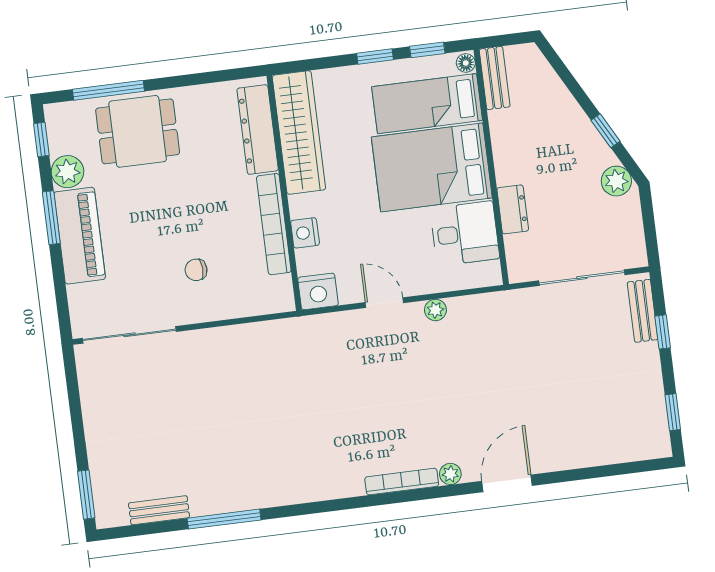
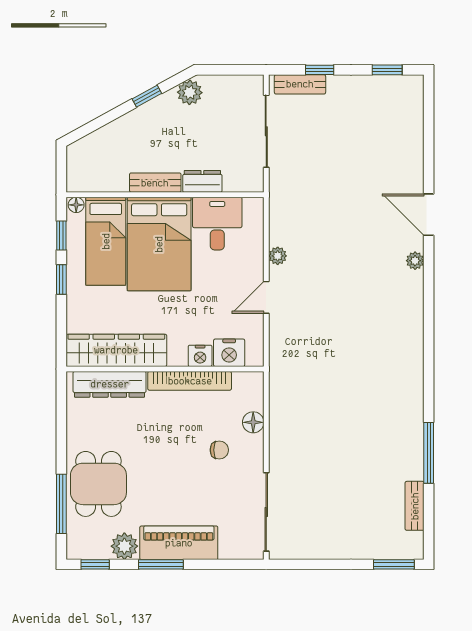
bench: (495, 78) -> (155, 183), moved
chair: (196, 270) -> (219, 450), turned -88
nightstand: (318, 291) -> (229, 353), moved, turned 90
floor lamp: (234, 306) -> (253, 422), added
bookcase: (402, 482) -> (416, 302), removed

